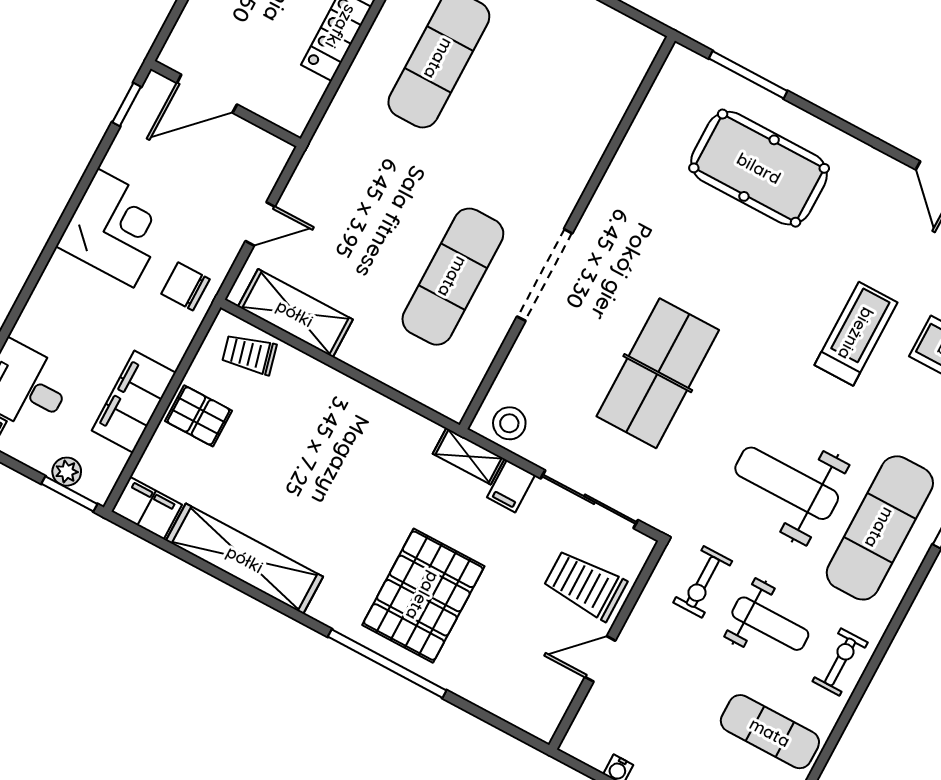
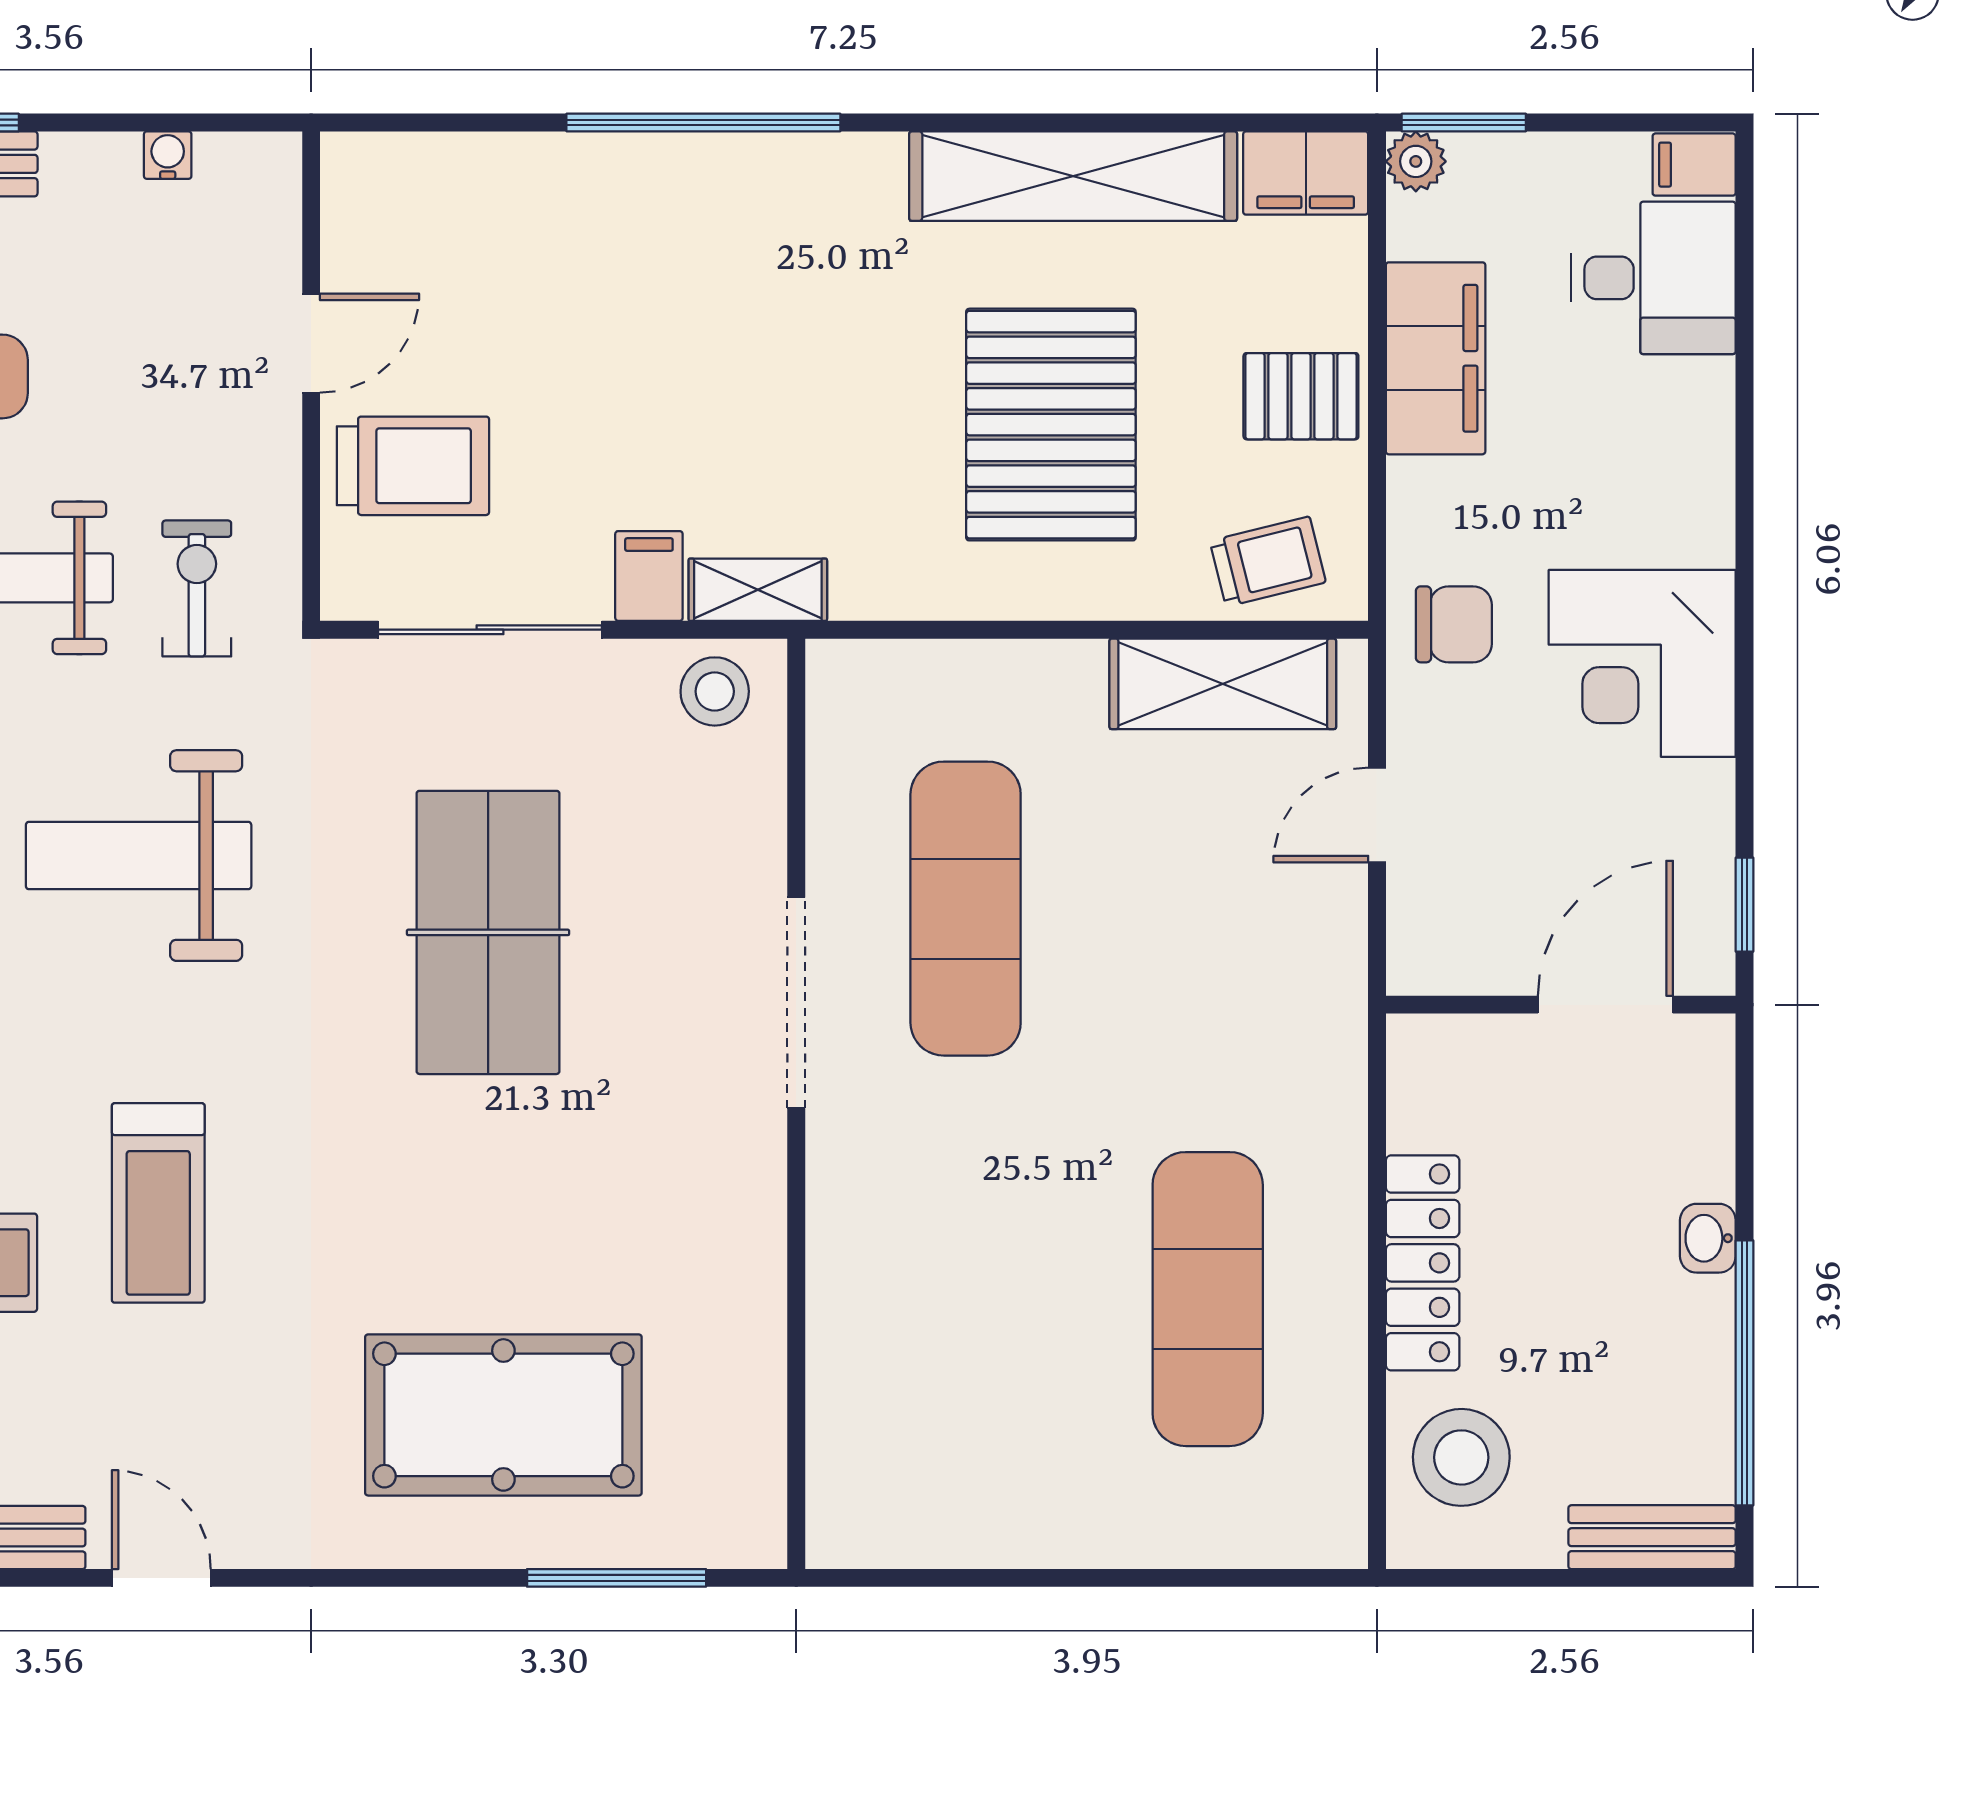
plant: (67, 472) -> (1416, 161), moved
weight bench: (787, 483) -> (139, 856), turned 180
pallet: (423, 596) -> (1051, 425), moved

